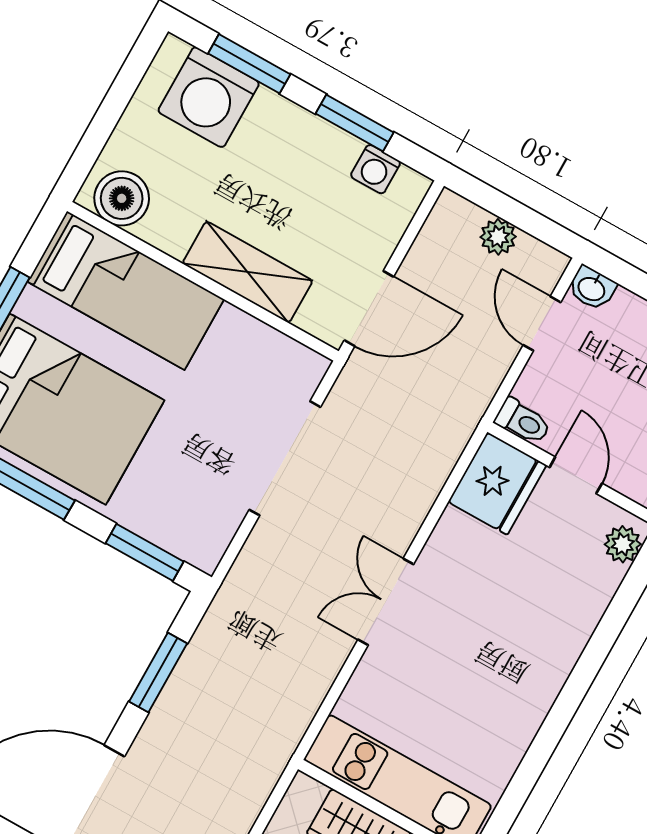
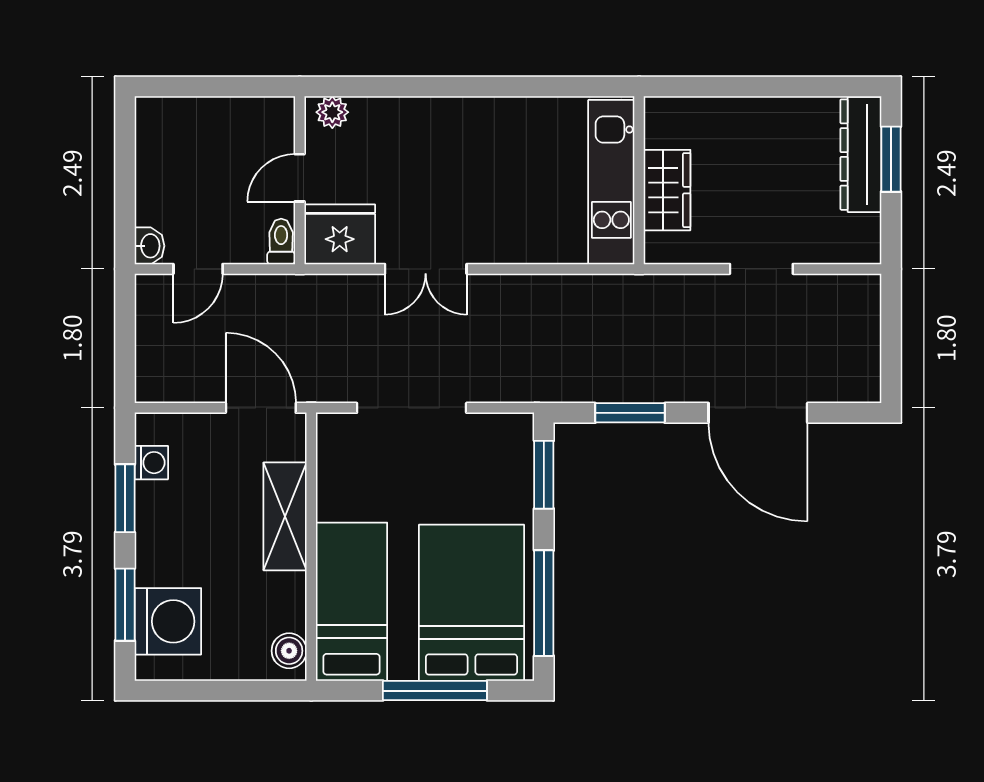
boiler: (122, 198) -> (289, 651), width x0.73, depth x0.73
plant: (498, 237) -> (150, 340), removed
double door: (386, 602) -> (426, 269), moved

